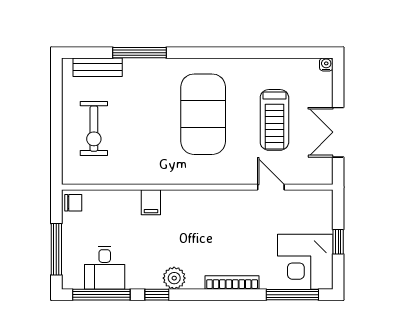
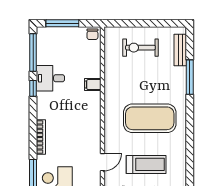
treadmill: (274, 120) -> (146, 164), turned 180
desk: (105, 268) -> (50, 78), moved
plant: (174, 278) -> (44, 100), removed

